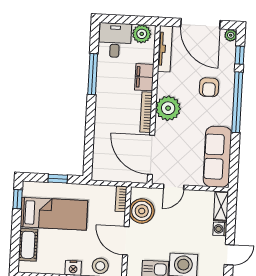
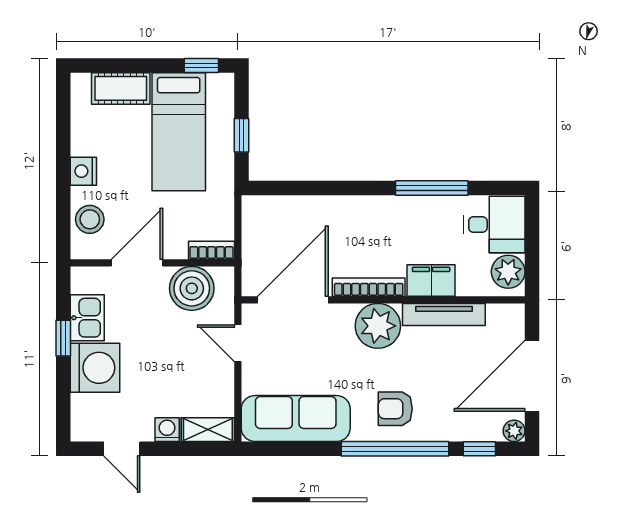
tv unit: (165, 49) -> (444, 314), moved
armchair: (209, 87) -> (395, 409), moved

